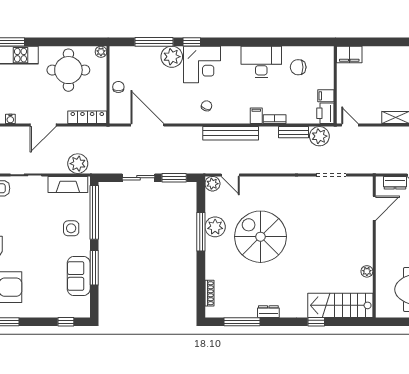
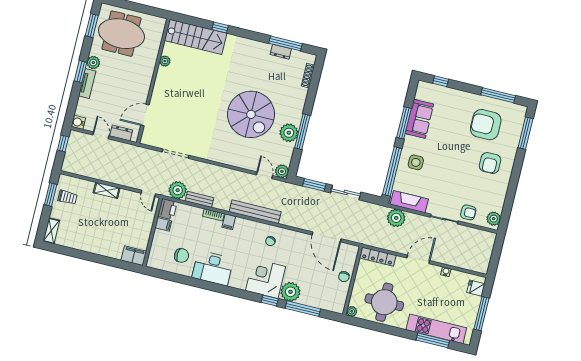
dresser: (268, 312) -> (281, 52), moved

